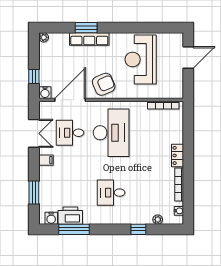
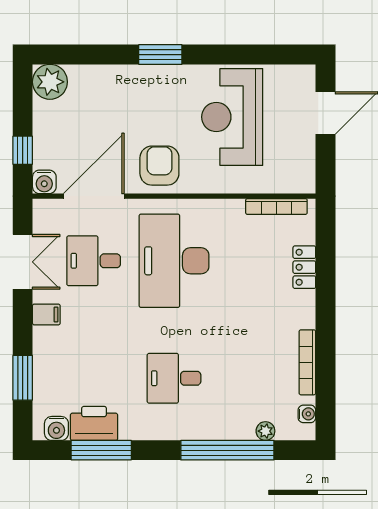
window: (86, 28) -> (160, 55), moved
plant: (44, 37) -> (50, 82), width x1.87, depth x1.87
row of seats: (89, 39) -> (131, 77), removed
armchair: (104, 84) -> (159, 166), turned -67
desk: (111, 133) -> (174, 261), turned 180
locker: (177, 155) -> (304, 267), moved
window: (138, 229) -> (227, 450), width x3.17

